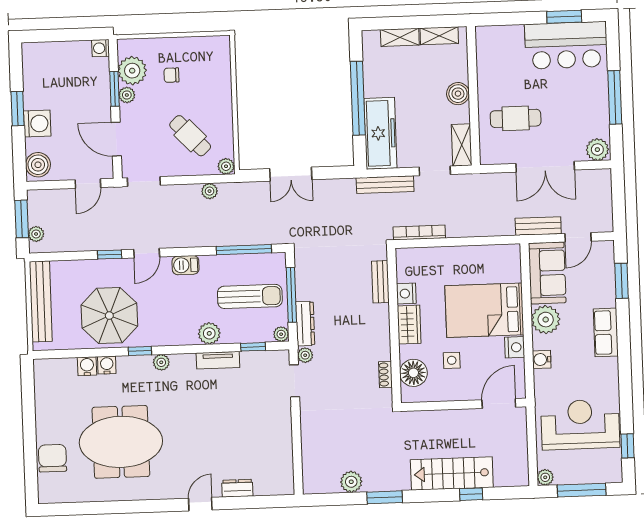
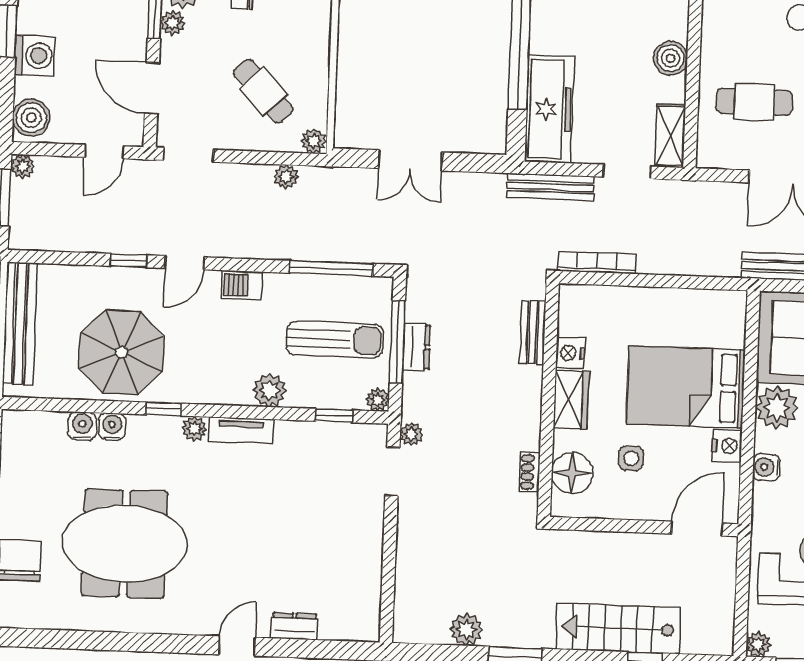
plant: (36, 234) -> (23, 166), moved
dresser: (305, 324) -> (416, 347), moved, width x0.70
tv unit: (218, 360) -> (241, 430), moved

